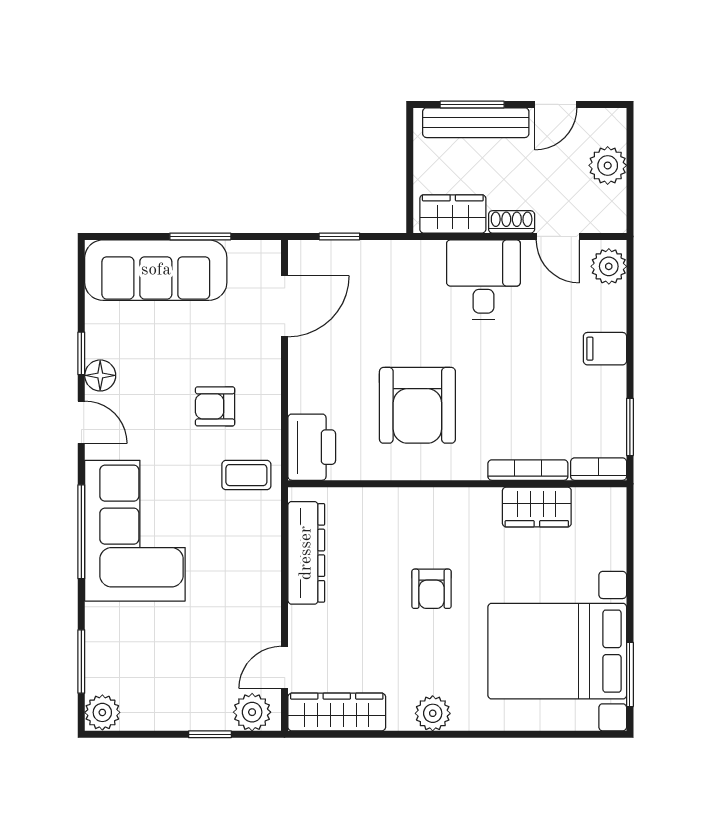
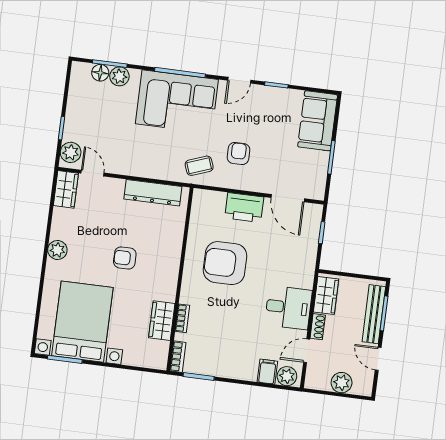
sofa: (156, 270) -> (318, 121), width x0.73
filing cabinet: (605, 349) -> (267, 372), moved
floor lamp: (100, 375) -> (100, 73), moved
printer: (312, 447) -> (244, 207), moved
bookcase: (528, 470) -> (182, 318), width x0.64
coffee table: (246, 475) -> (199, 166), turned 70
plant: (102, 712) -> (119, 76), moved
wardrobe: (337, 712) -> (66, 189), width x0.67

